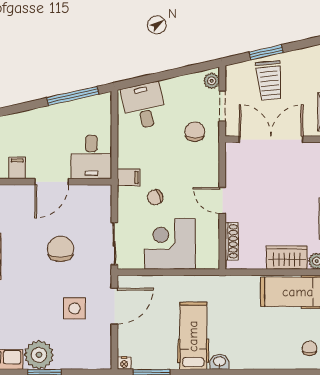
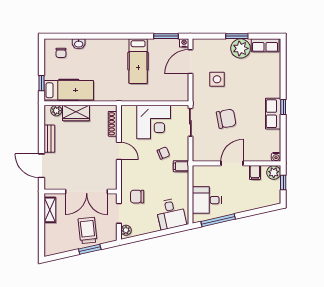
chair: (195, 132) -> (137, 197), turned 90
desk: (91, 157) -> (207, 200), moved, turned -90
chair: (61, 249) -> (226, 119), turned -101
door: (114, 306) -> (190, 62), moved
washbasin: (219, 362) -> (79, 44), moved

